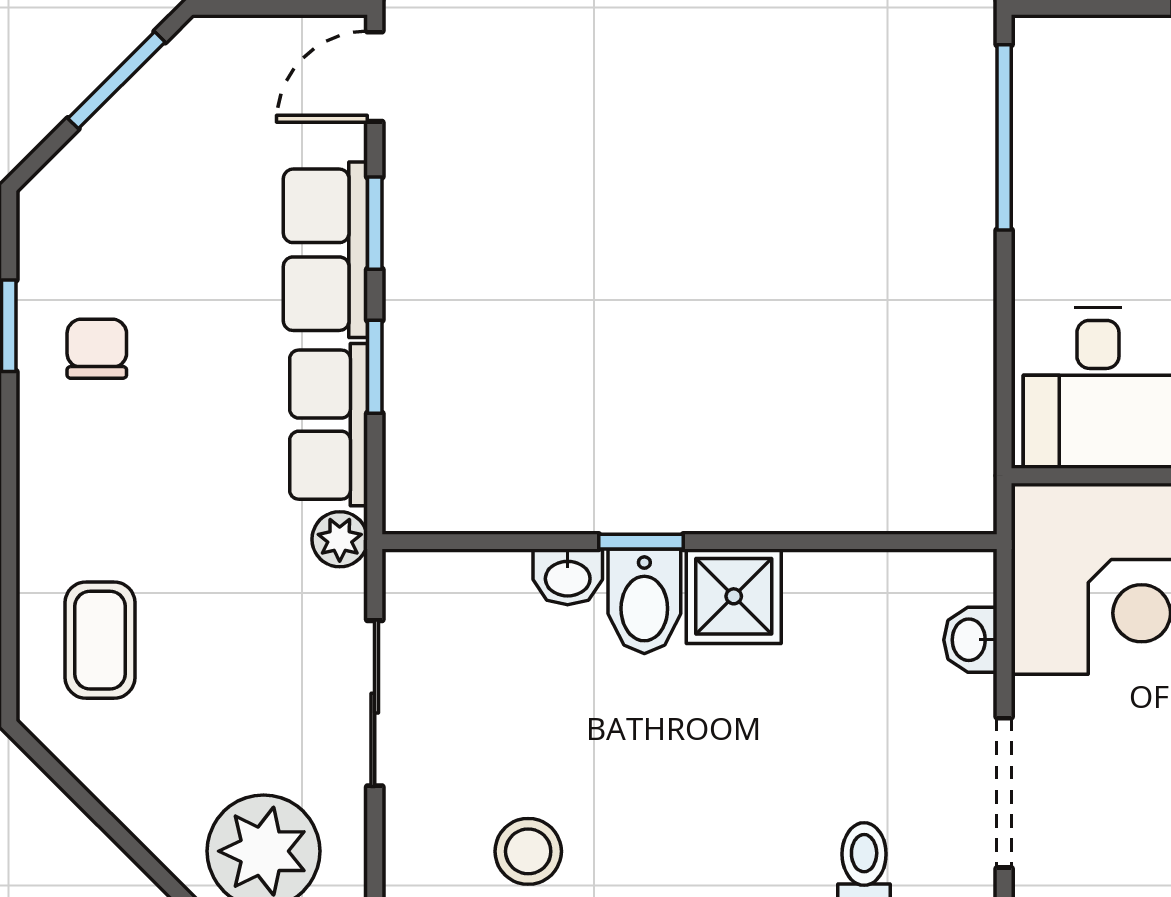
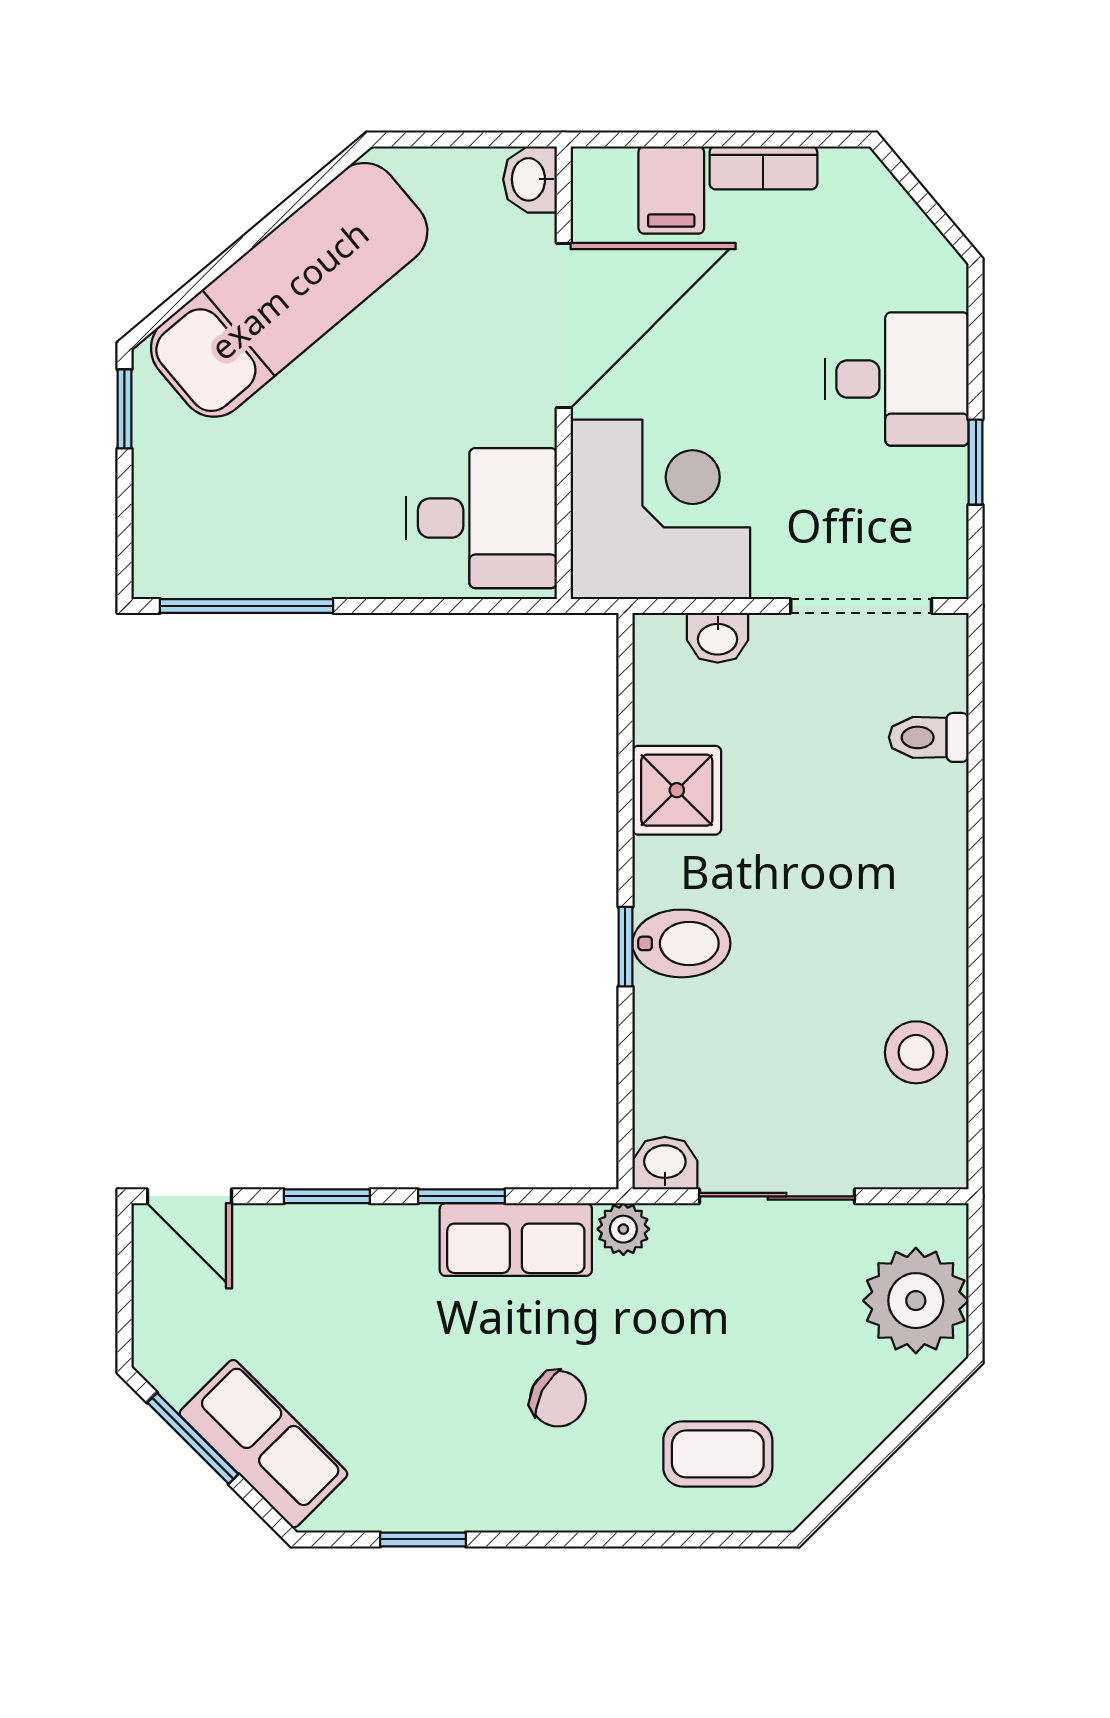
row of seats: (325, 250) -> (263, 1444), moved, turned -135
chair: (97, 349) -> (558, 1399), moved, turned -152
washbasin: (568, 577) -> (665, 1163), moved, turned -90
shower: (734, 596) -> (677, 790), moved

